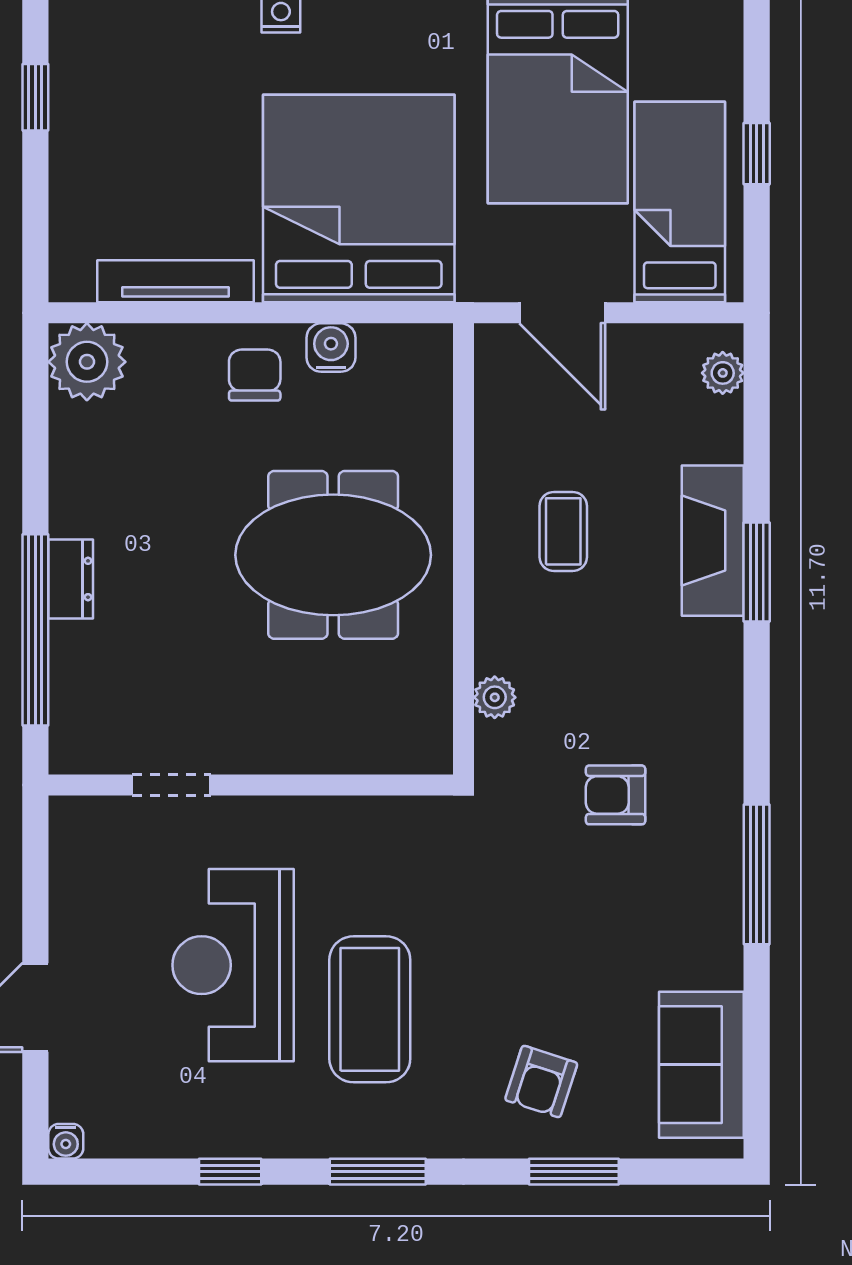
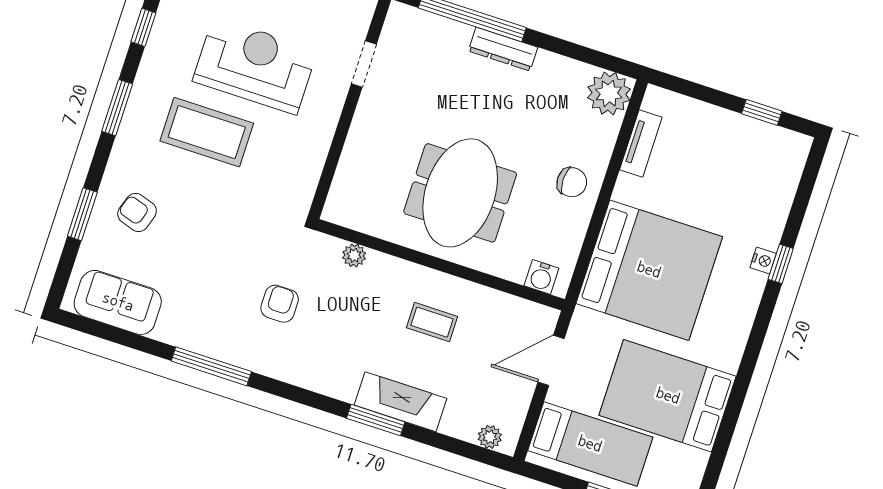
tv unit: (176, 281) -> (641, 144), width x0.71
water cooler: (331, 348) -> (541, 277), moved, turned 90
dresser: (71, 579) -> (503, 49), width x1.44

